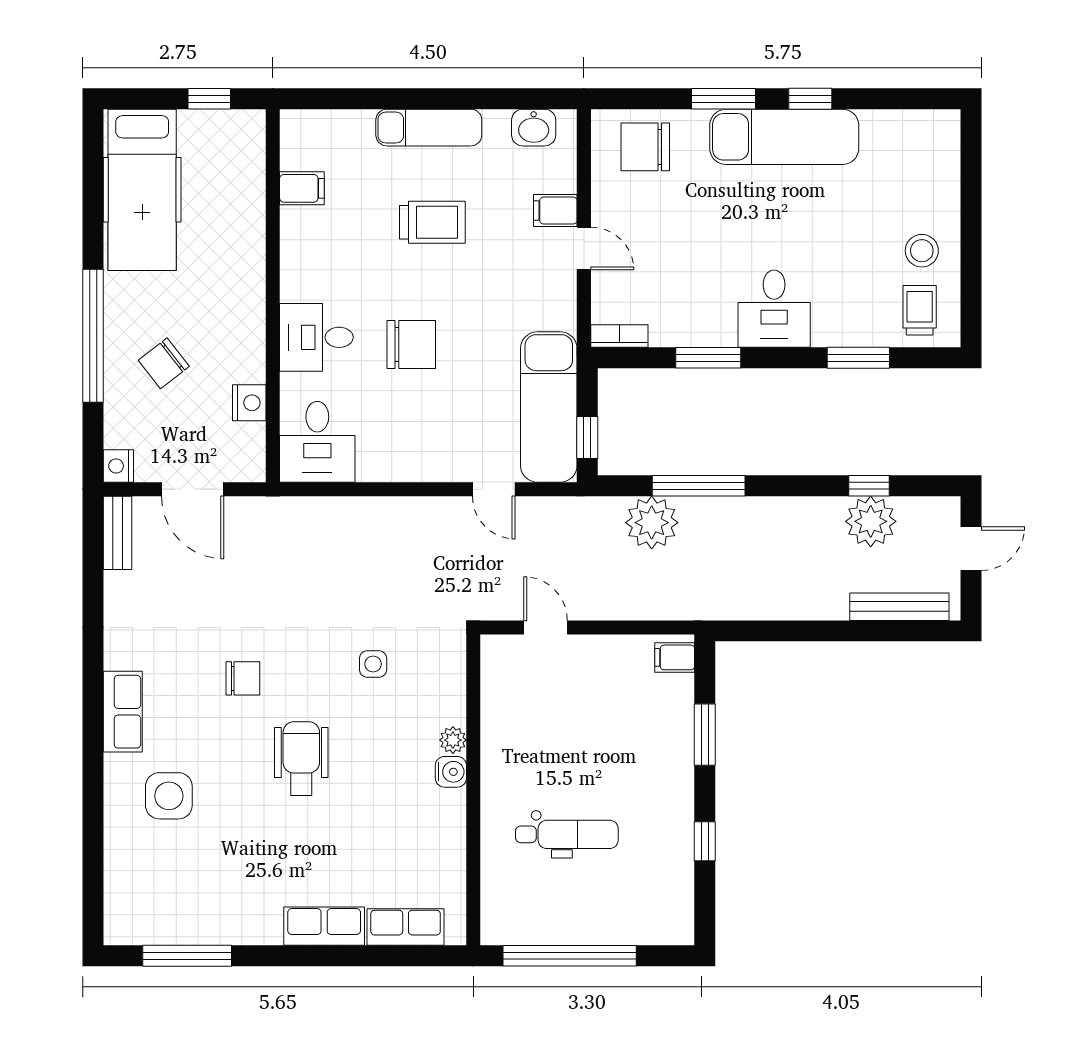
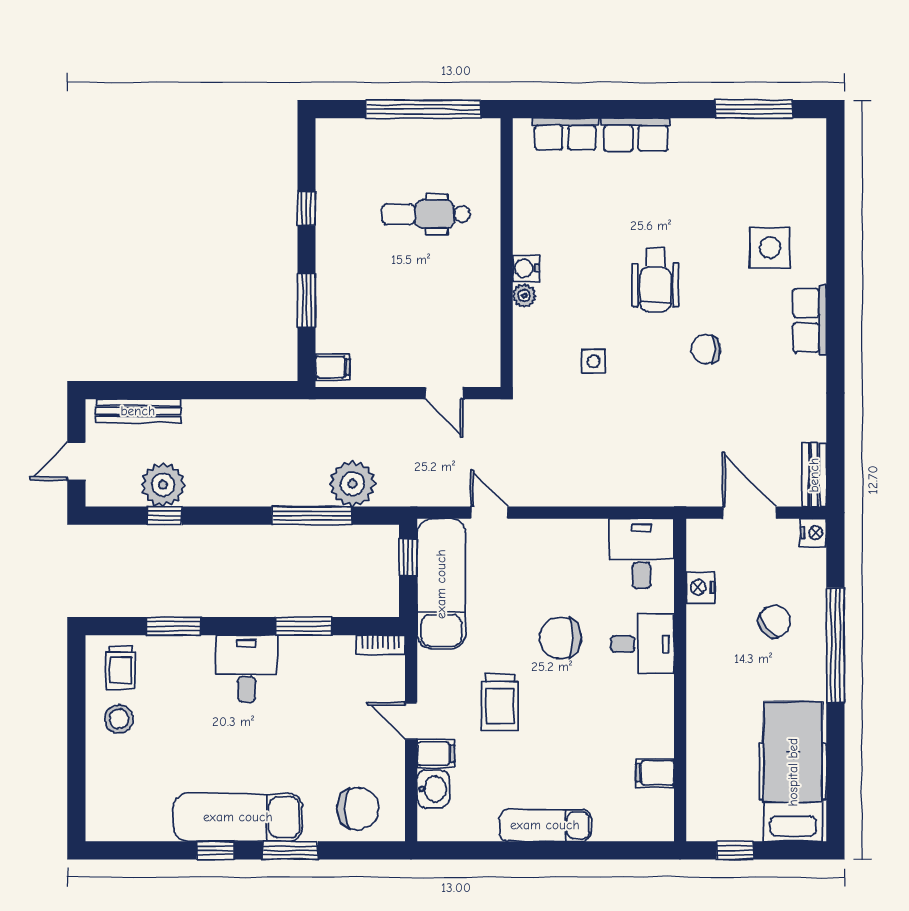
washbasin: (534, 128) -> (433, 789), moved, turned 90
trolley: (432, 222) -> (500, 702), moved, turned -90

